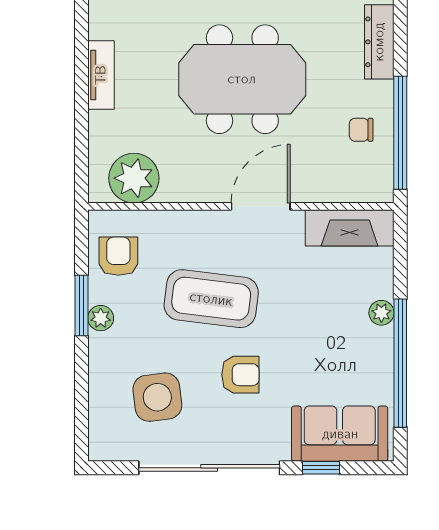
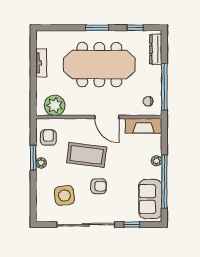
meeting table: (242, 79) -> (99, 65), width x1.36
chair: (361, 130) -> (148, 101), moved
door: (261, 206) -> (107, 117), swing flipped
sofa: (340, 434) -> (150, 199), moved, turned -90

